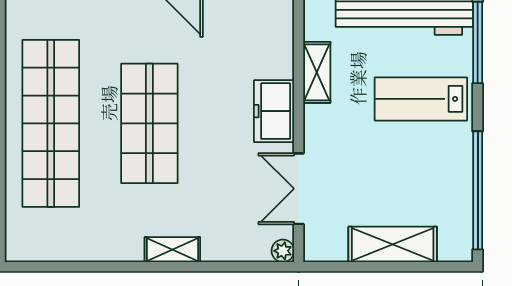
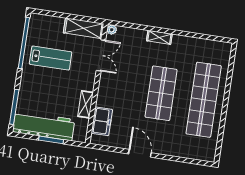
lab bench: (421, 99) -> (51, 58), moved
freezer: (274, 111) -> (102, 121), moved
shelving: (393, 244) -> (84, 28), moved

